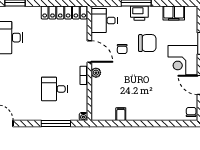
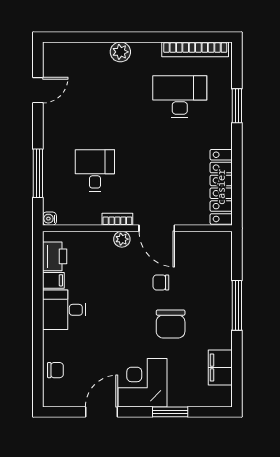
printer: (139, 13) -> (55, 256), moved, turned 180
desk: (104, 20) -> (64, 310), moved, turned -90
door: (89, 51) -> (157, 228), hinge flipped
chair: (191, 112) -> (55, 370), moved

